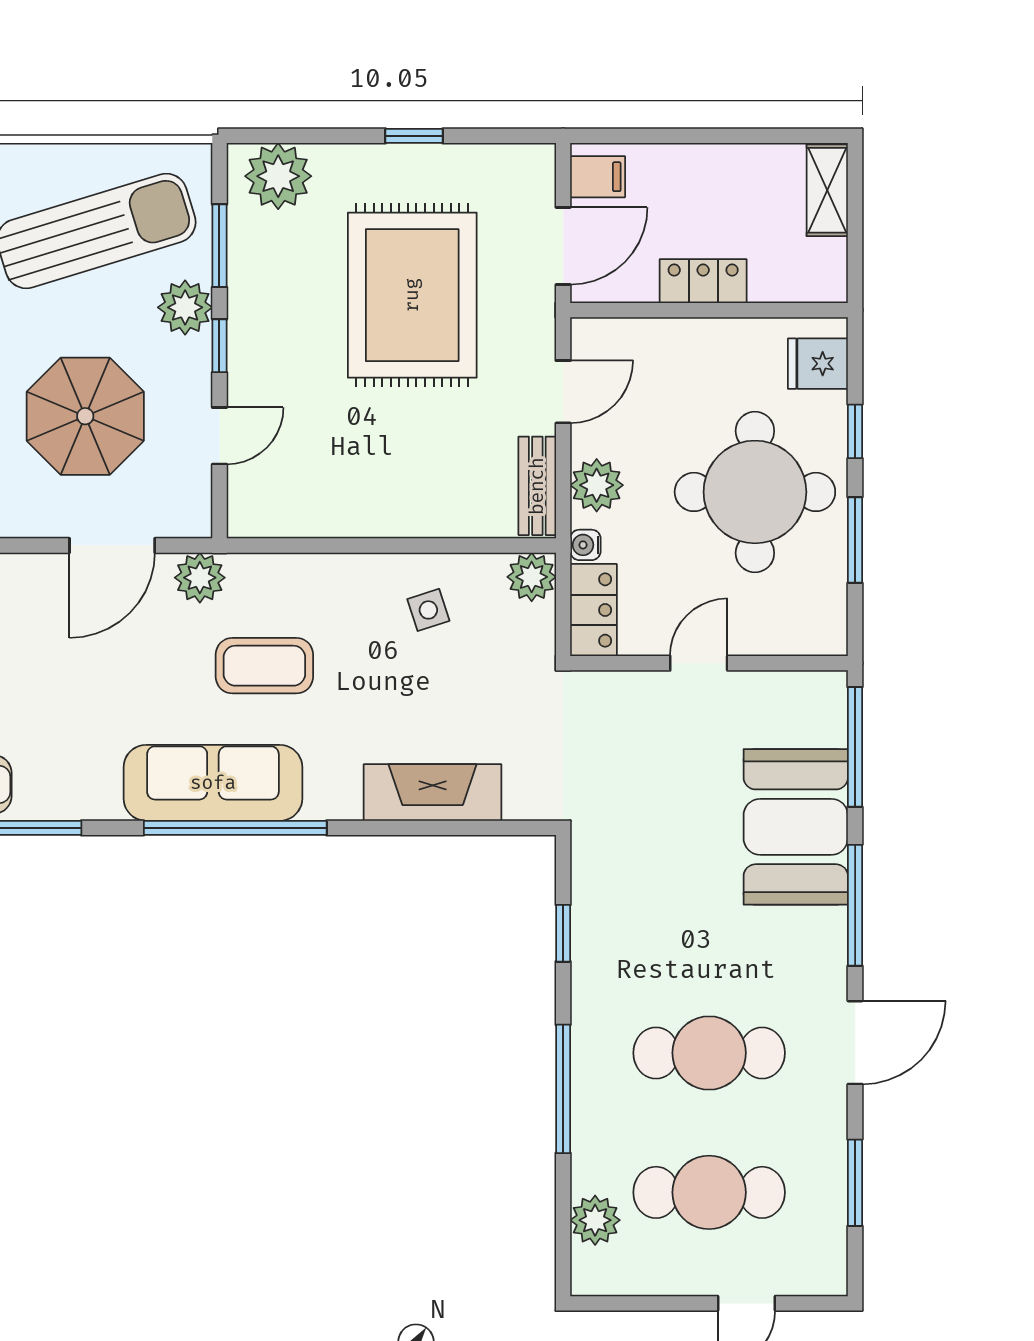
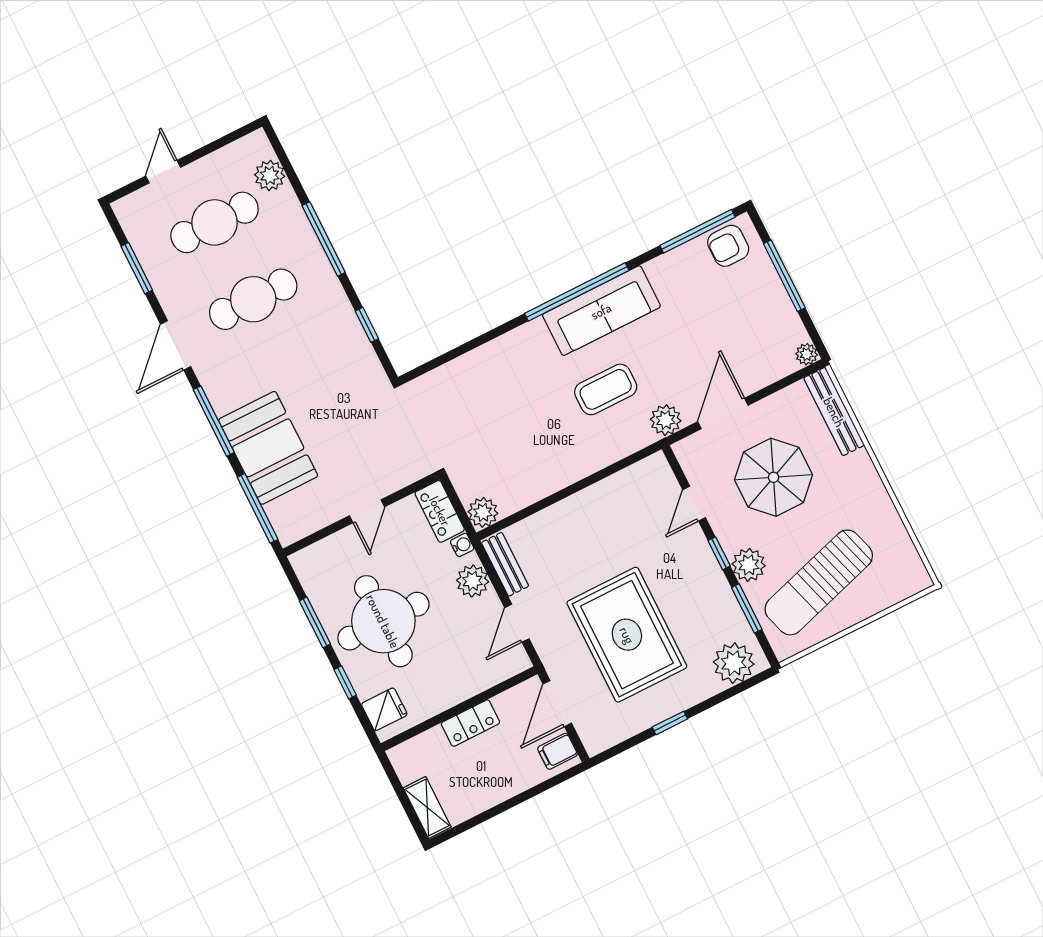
side table: (428, 610) -> (531, 466), removed
fireplace: (433, 793) -> (478, 366), removed

